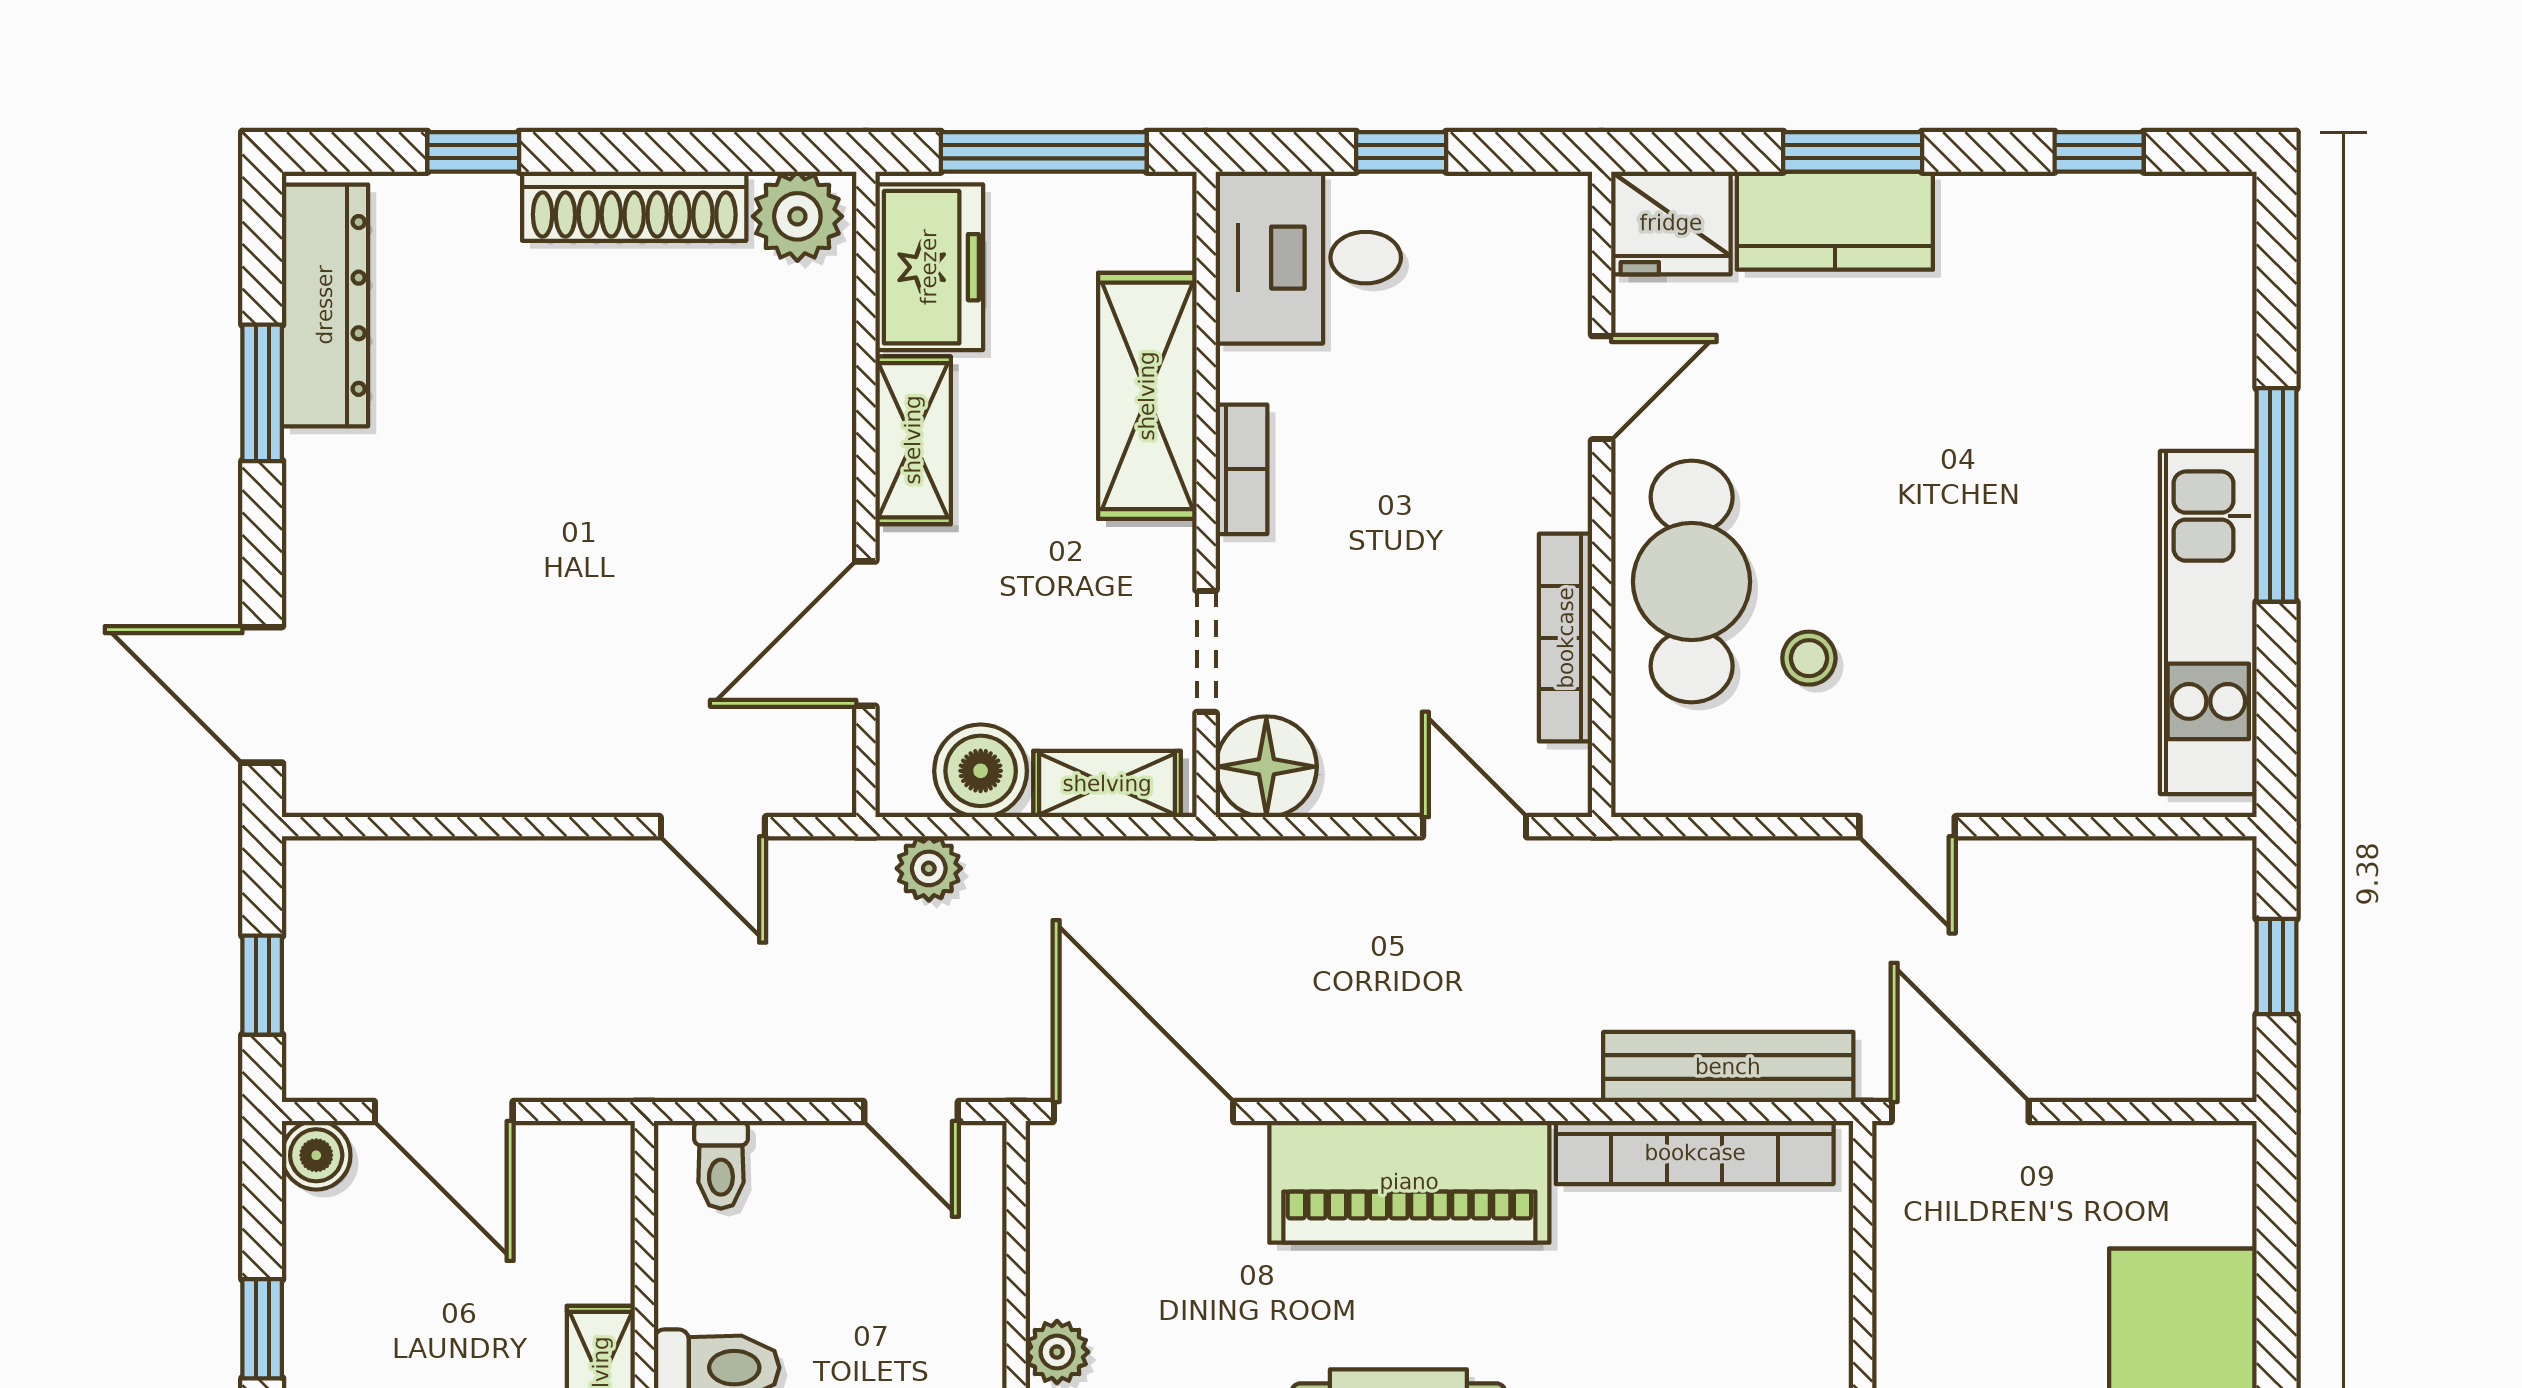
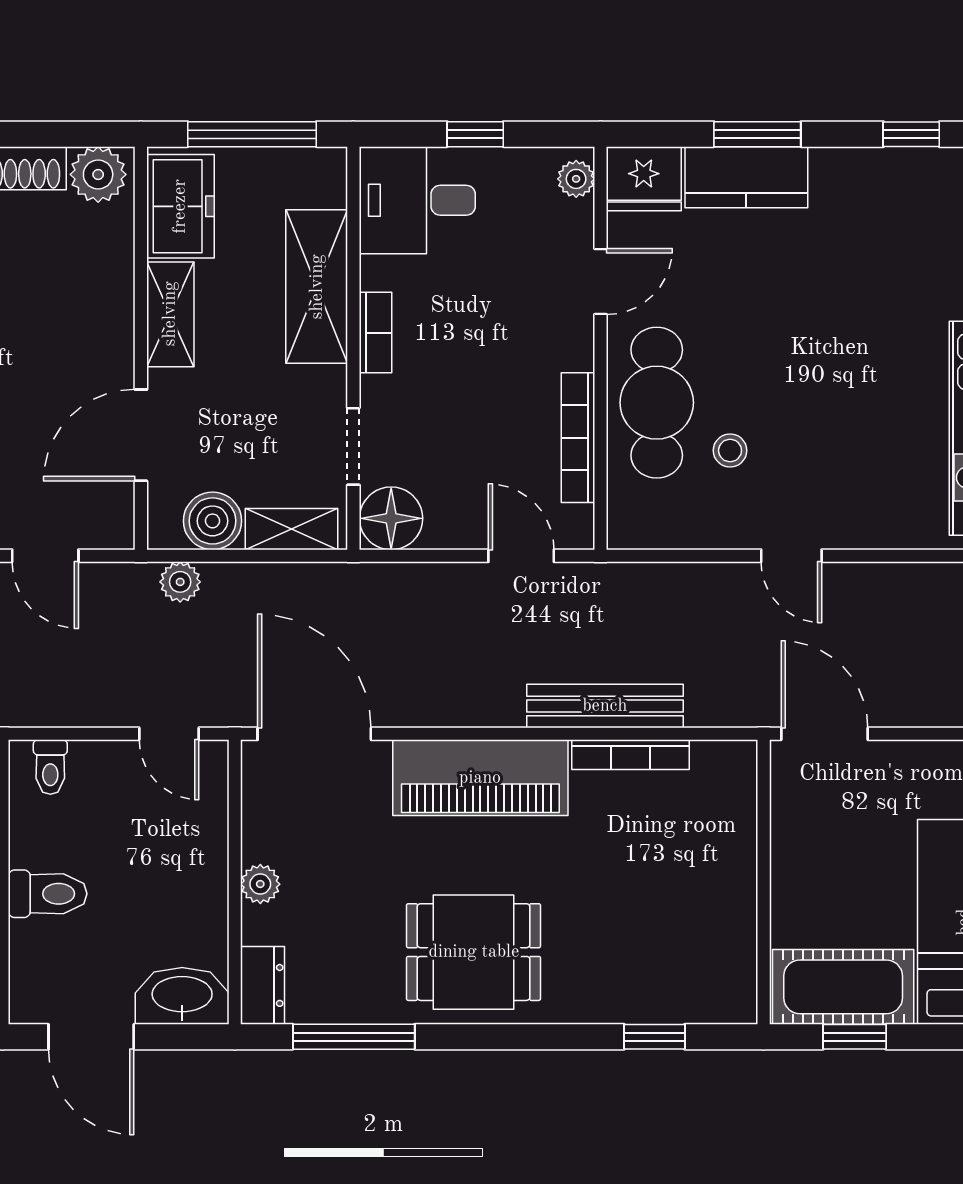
plant: (1563, 223) -> (576, 179), added
bench: (1728, 1067) -> (605, 706), moved
bookcase: (1695, 1153) -> (631, 755), width x0.68, depth x0.76

